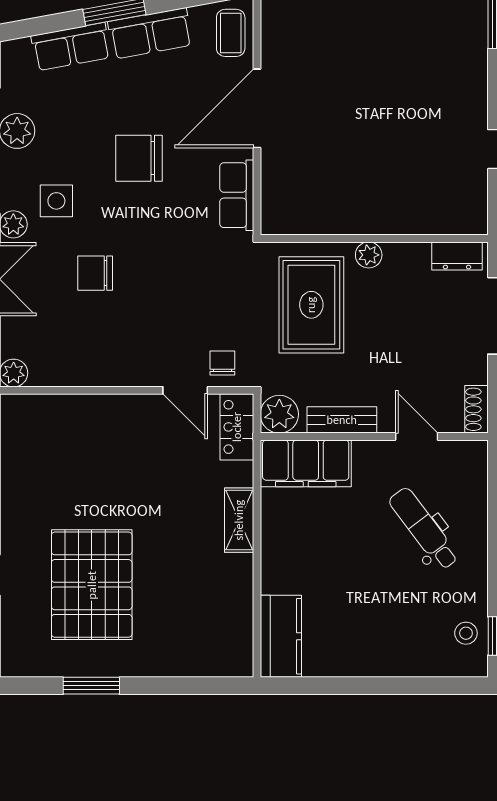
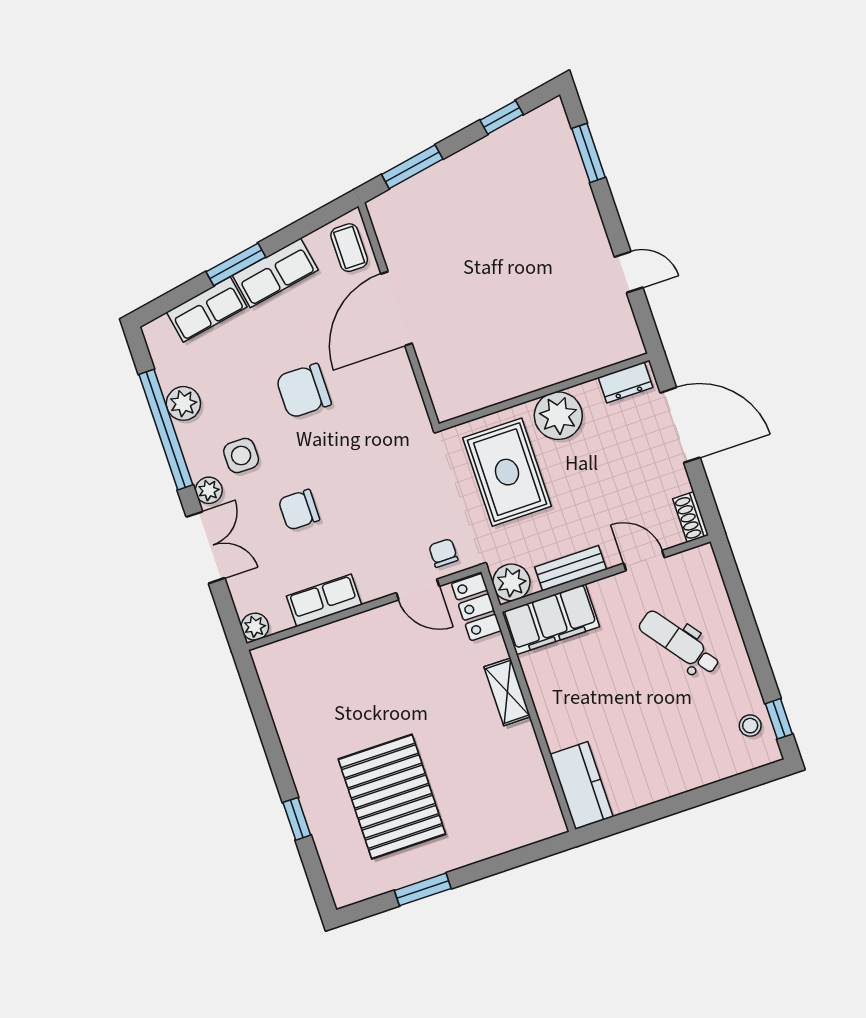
row of seats: (237, 195) -> (324, 600), moved, turned 90
plant: (369, 255) -> (558, 416), width x1.88, depth x1.88

